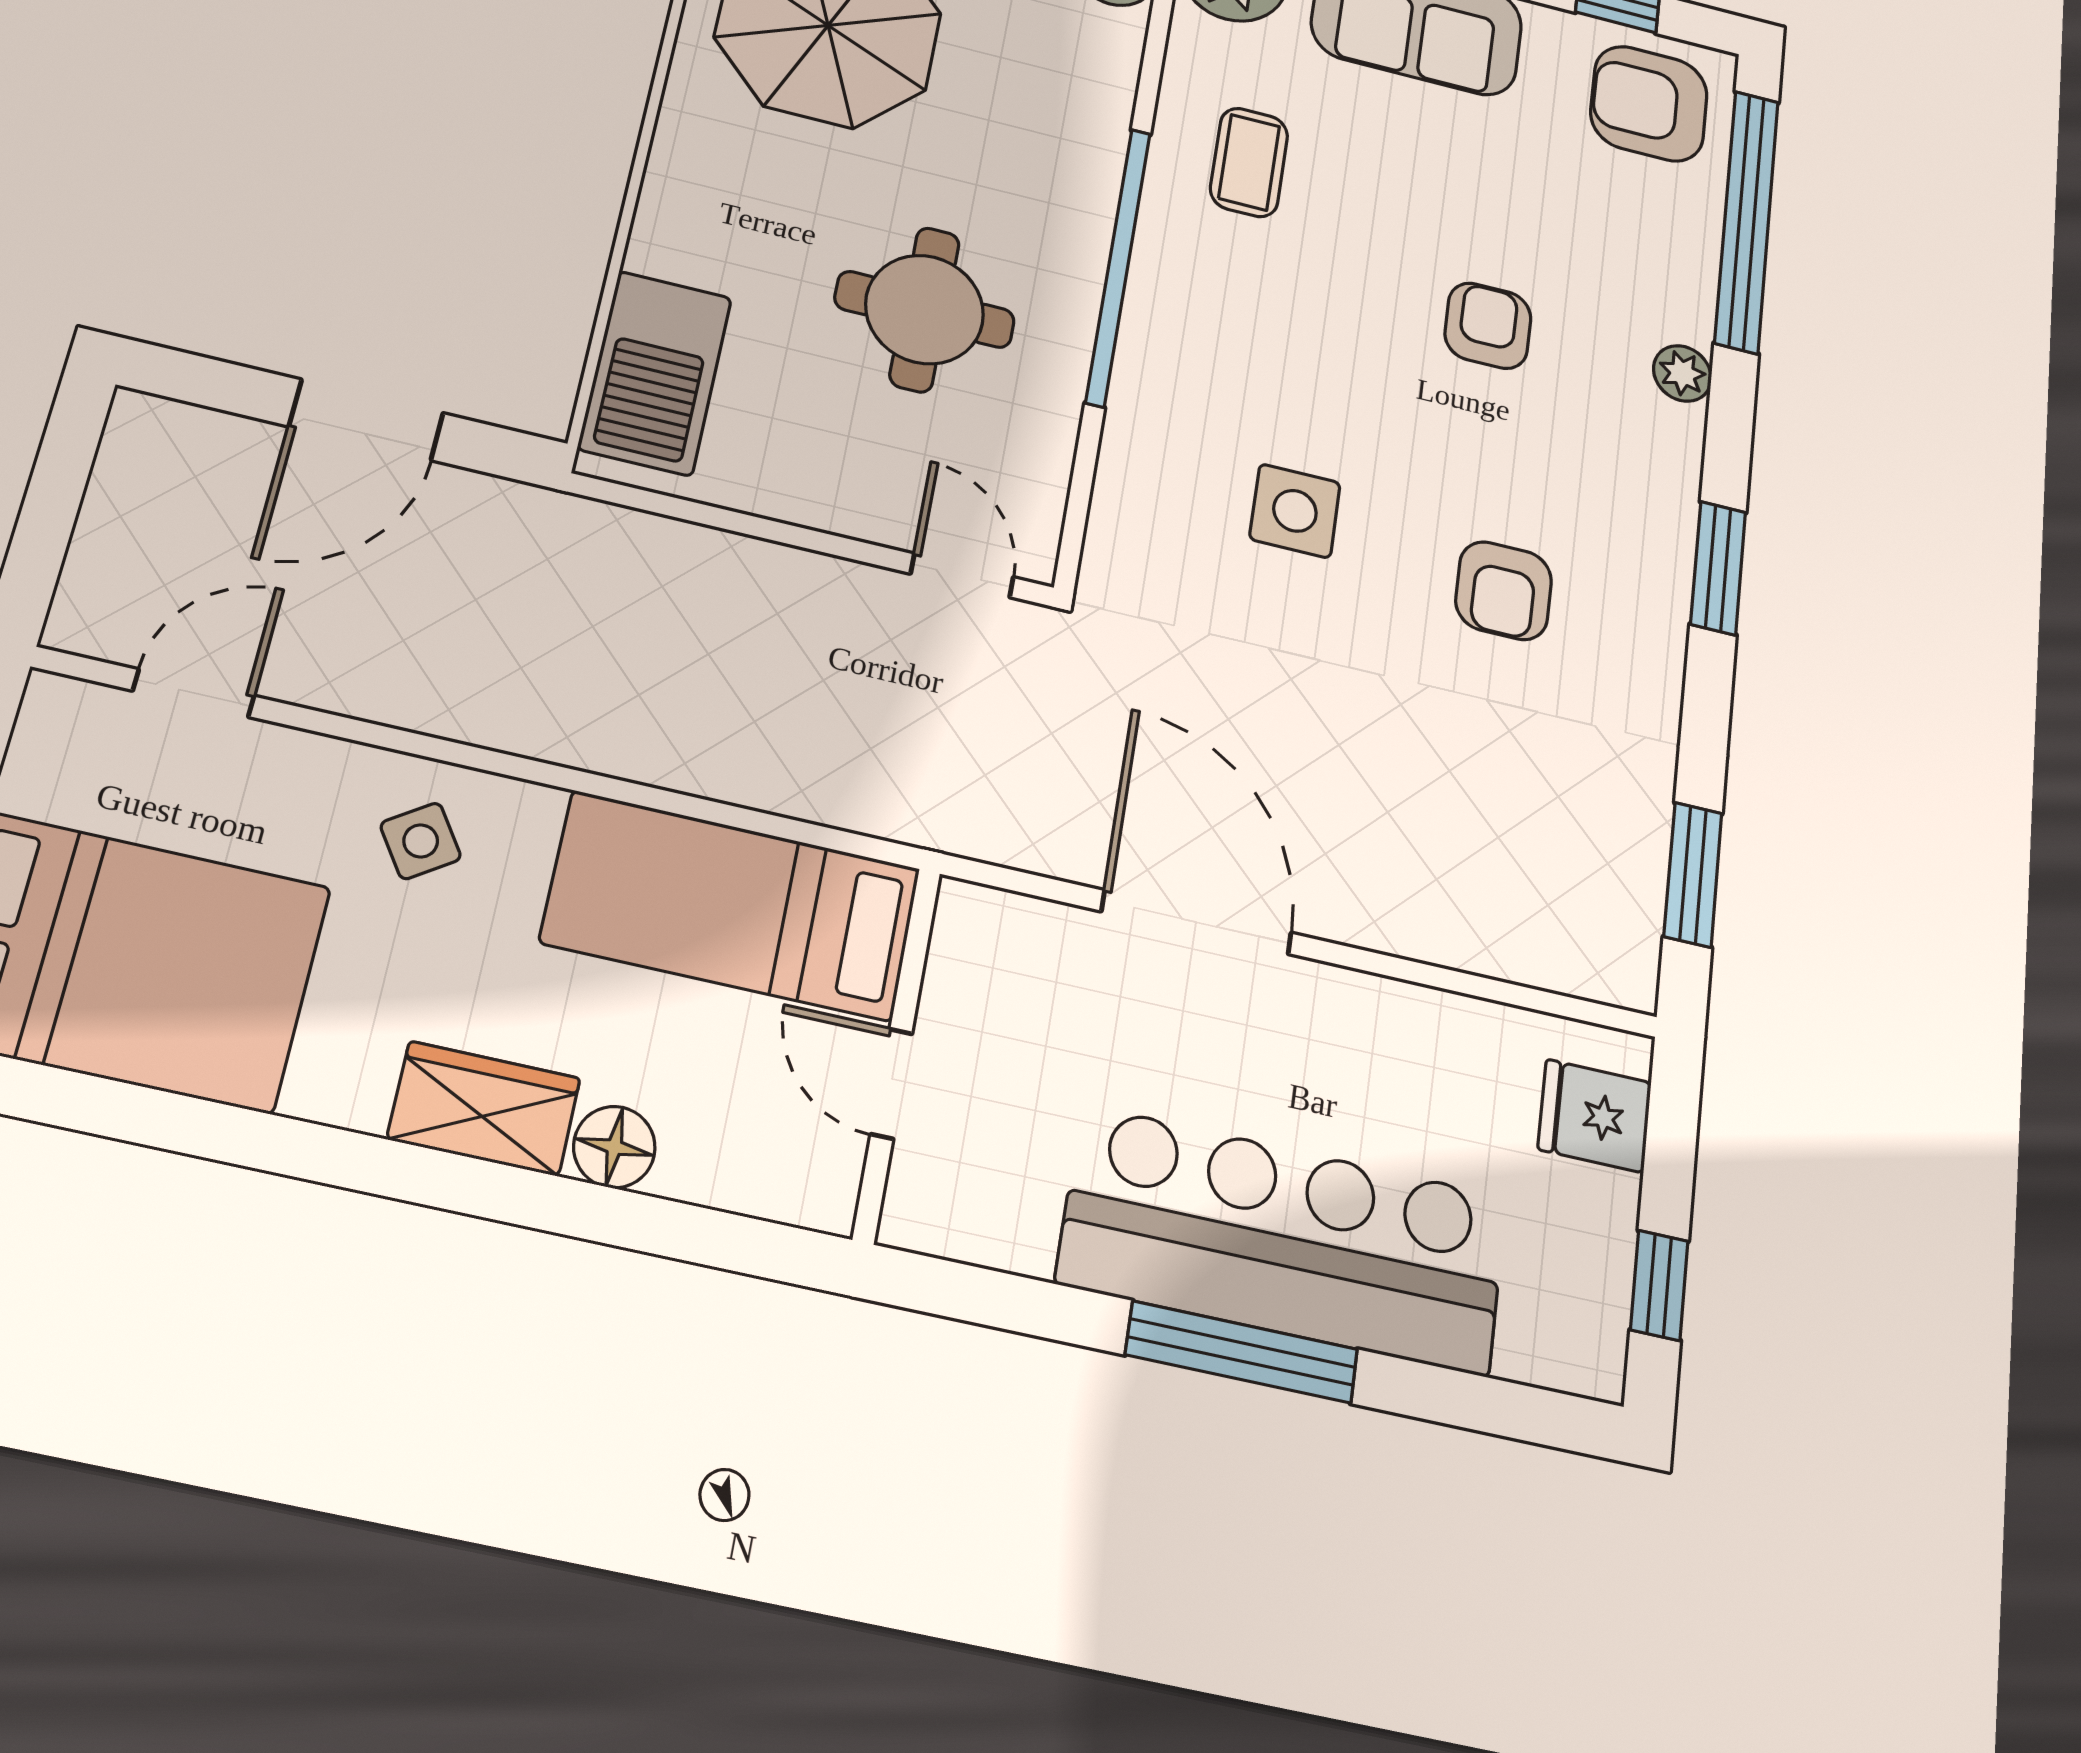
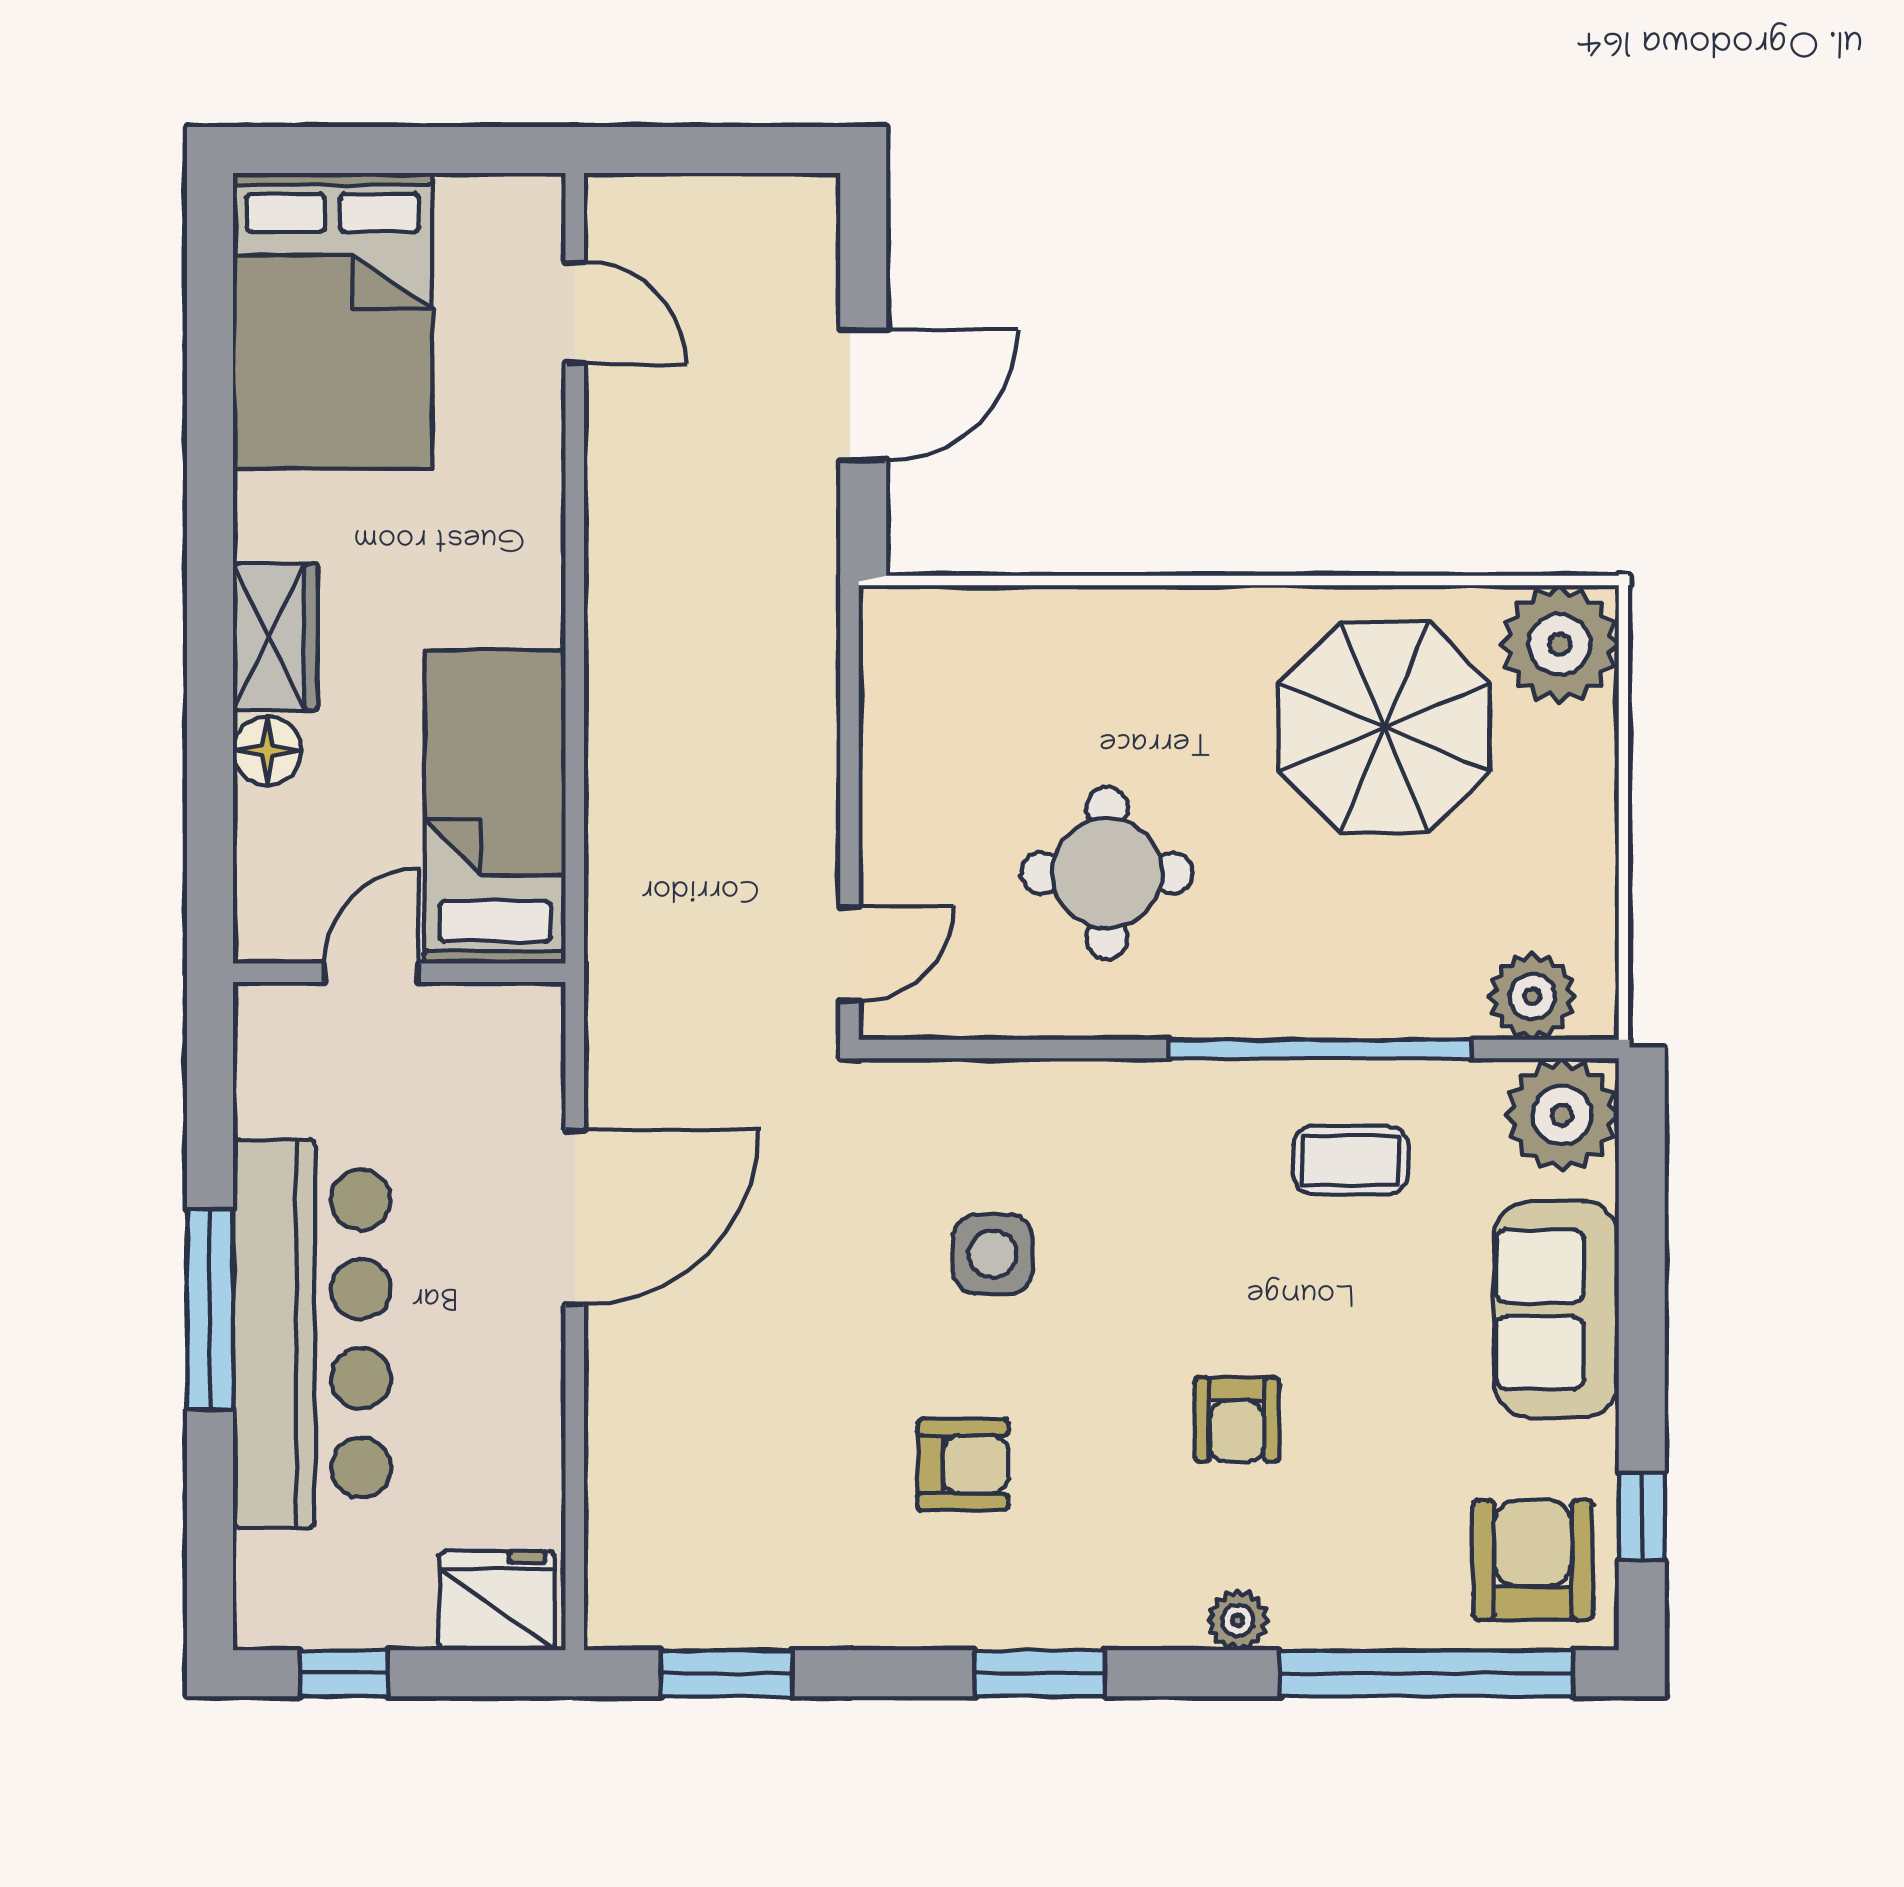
window: (1118, 266) -> (1320, 1049), moved
armchair: (1488, 326) -> (1237, 1419), turned 90
barbecue: (655, 373) -> (976, 639), removed
door: (366, 420) -> (863, 395), swing flipped
armchair: (1504, 591) -> (963, 1465), turned 180
side table: (421, 841) -> (490, 533), removed
fridge: (1595, 1116) -> (497, 1601), width x1.38

